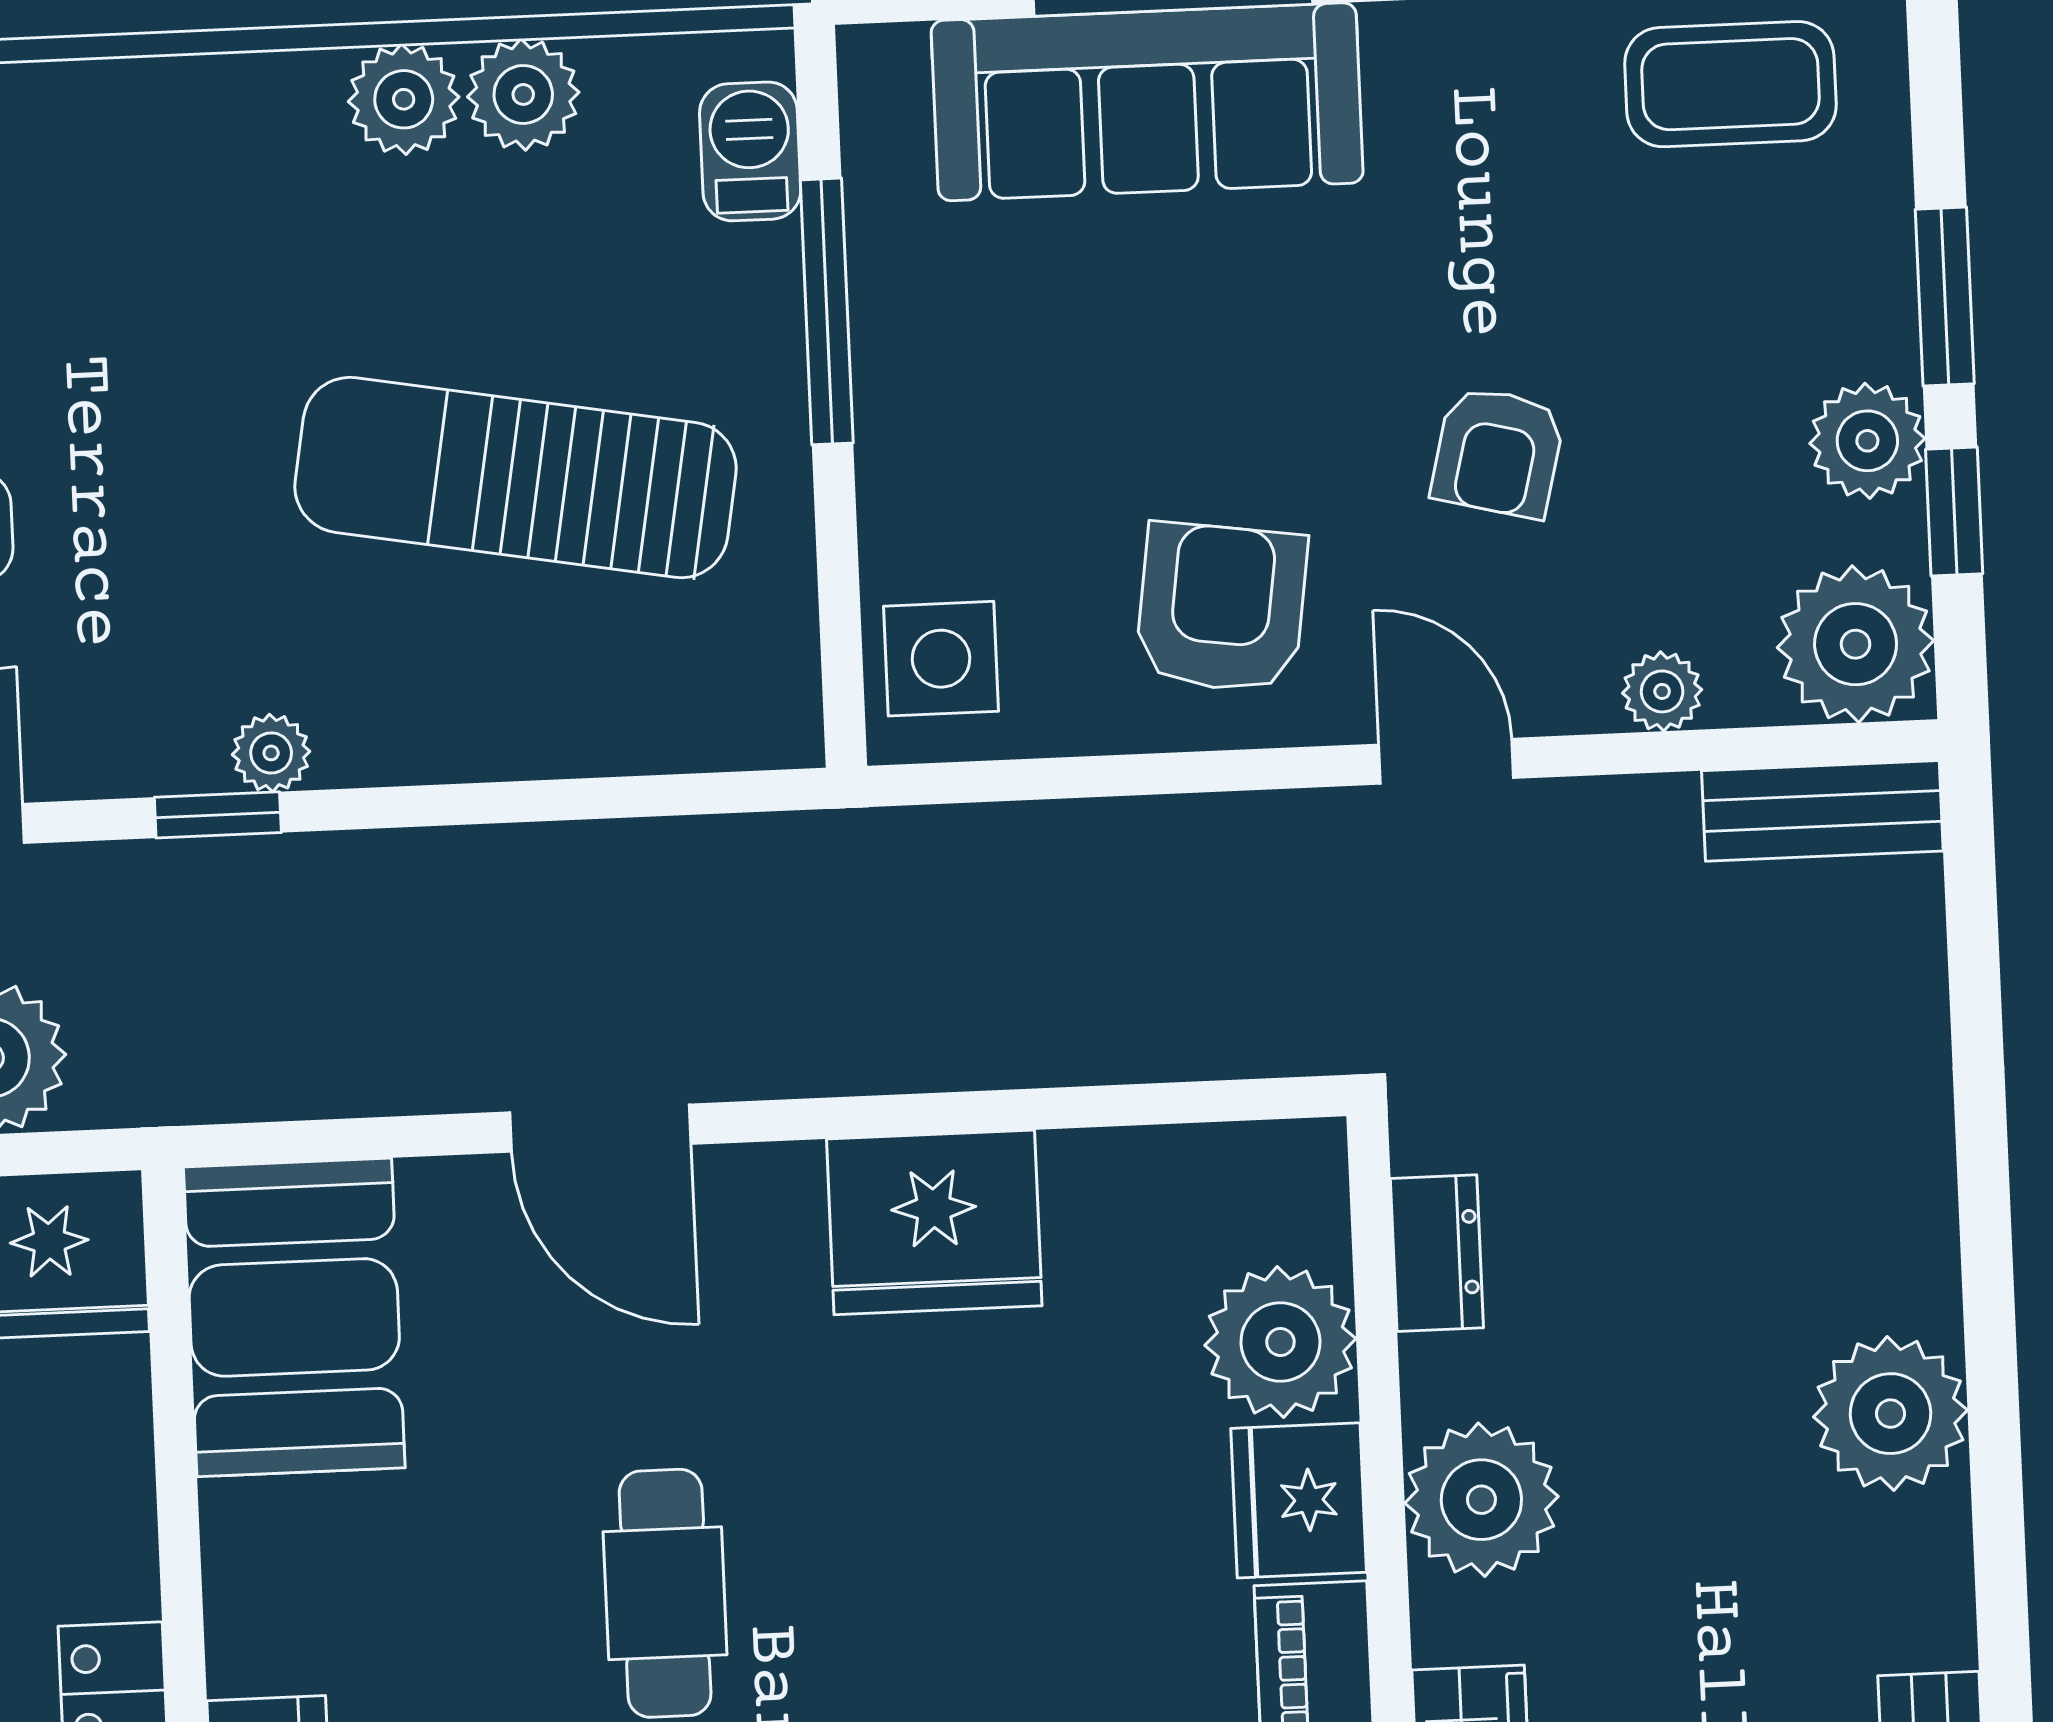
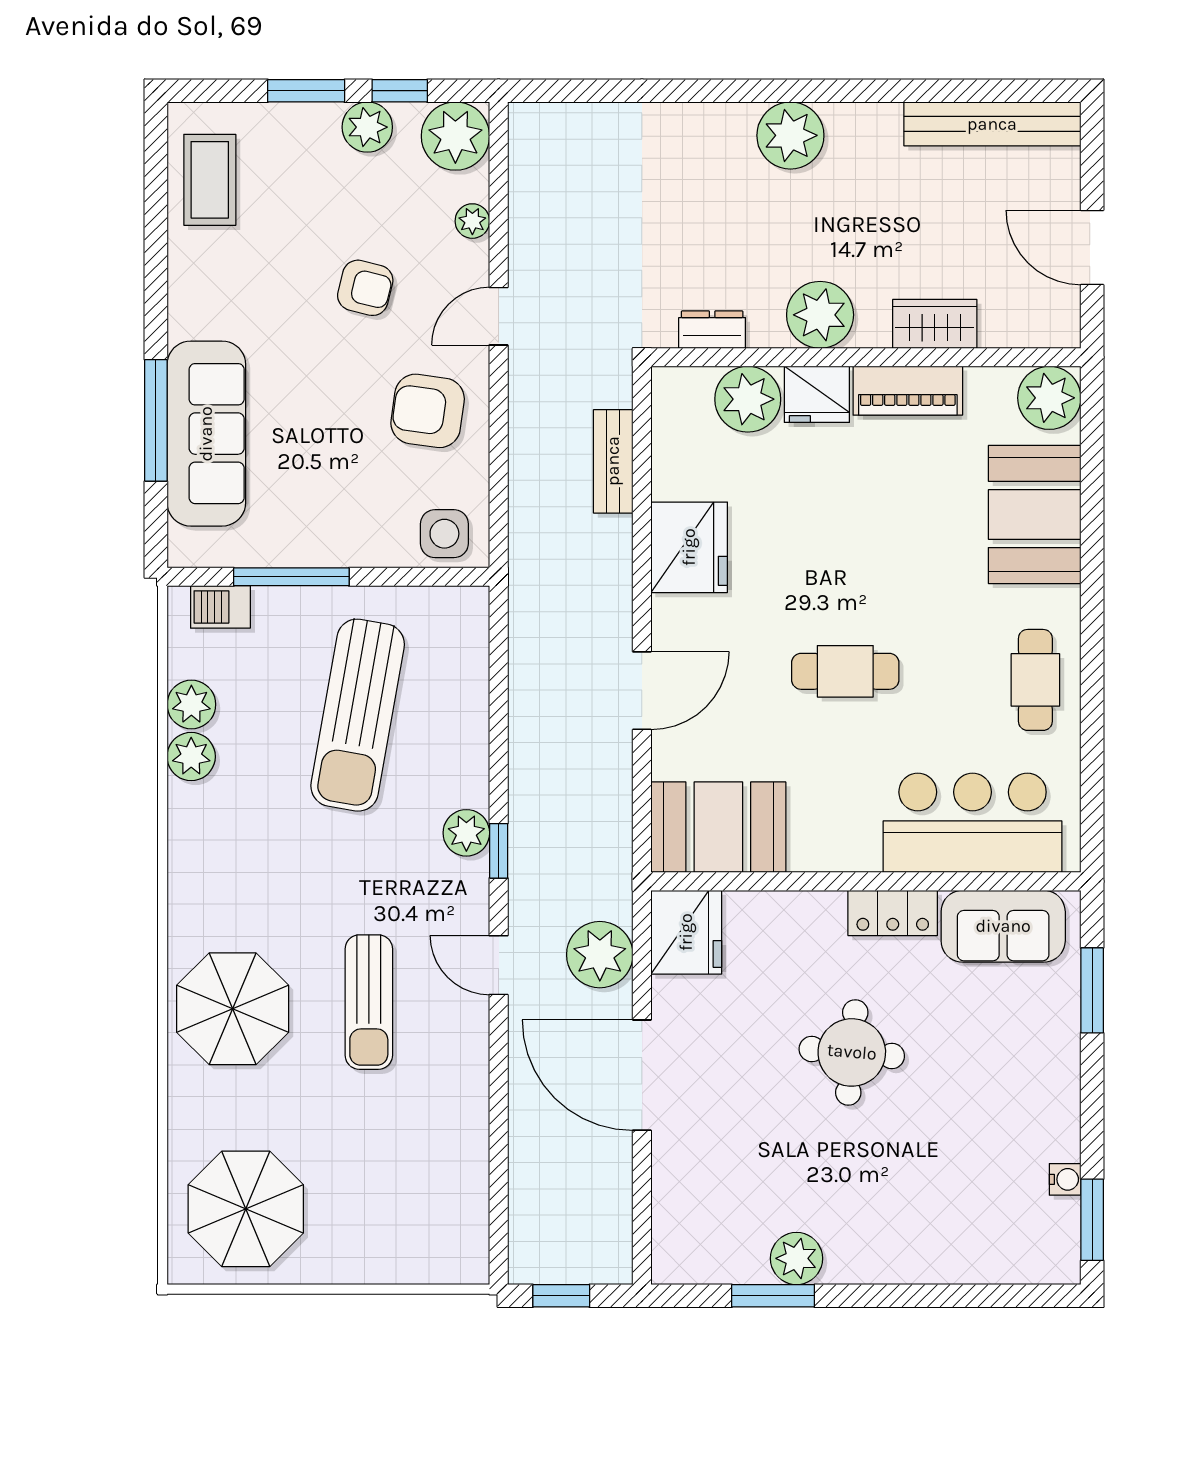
plant: (271, 753) -> (466, 833), width x1.38, depth x1.38
bench: (1822, 811) -> (613, 461), moved

